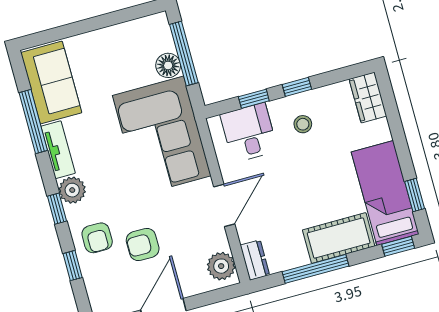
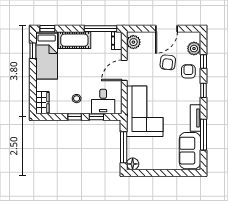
floor lamp: (168, 65) -> (133, 164), moved
plant: (72, 190) -> (194, 49), moved
armchair: (143, 245) -> (168, 62), turned 96
window: (315, 269) -> (101, 29), moved

